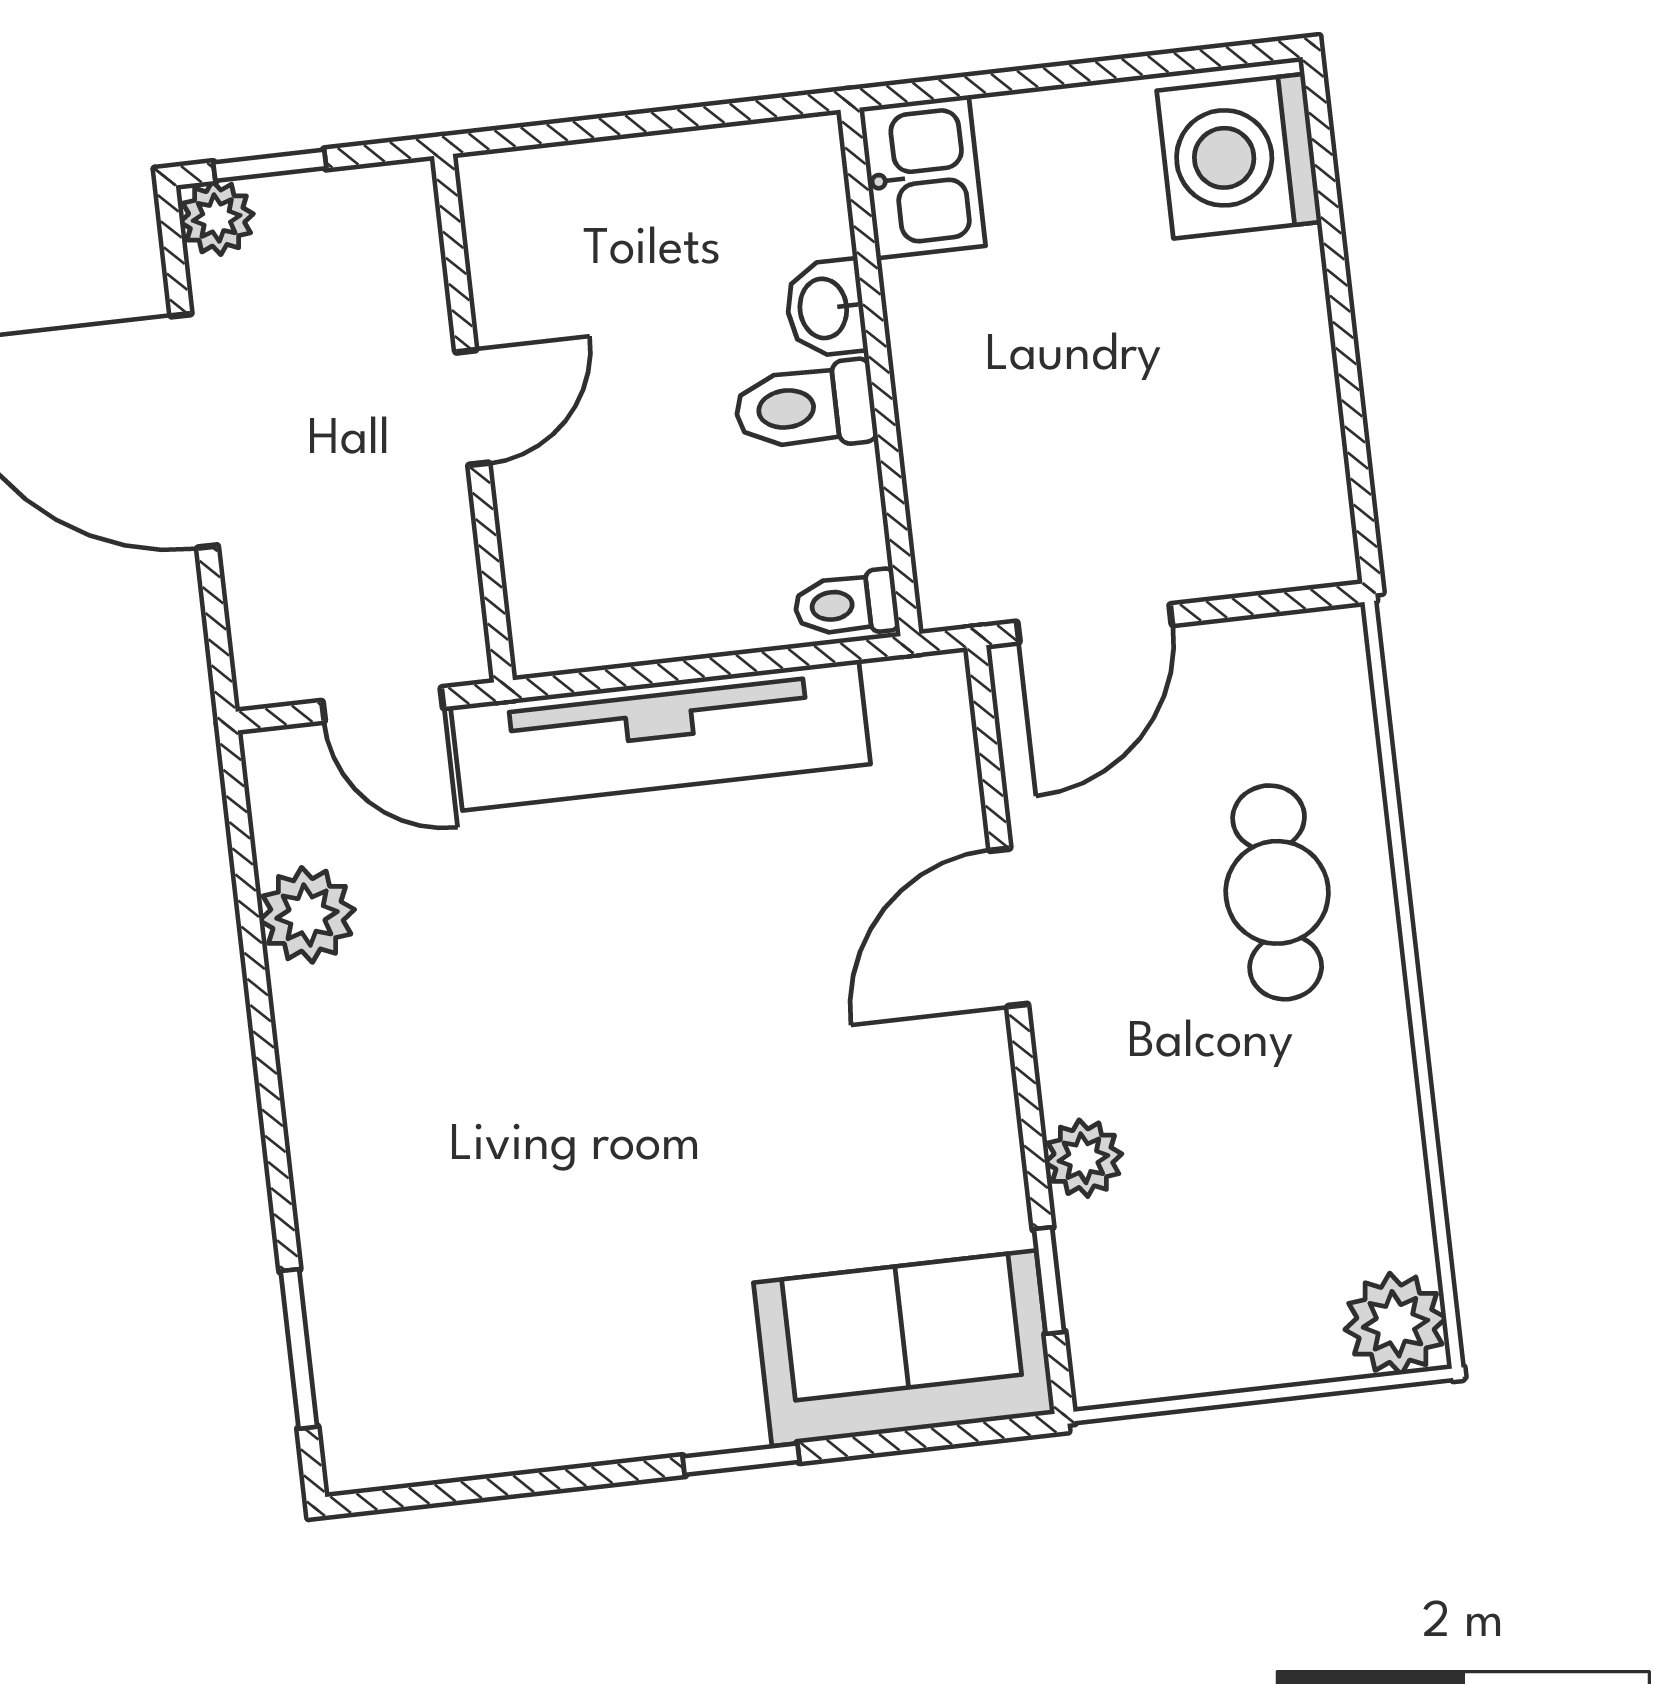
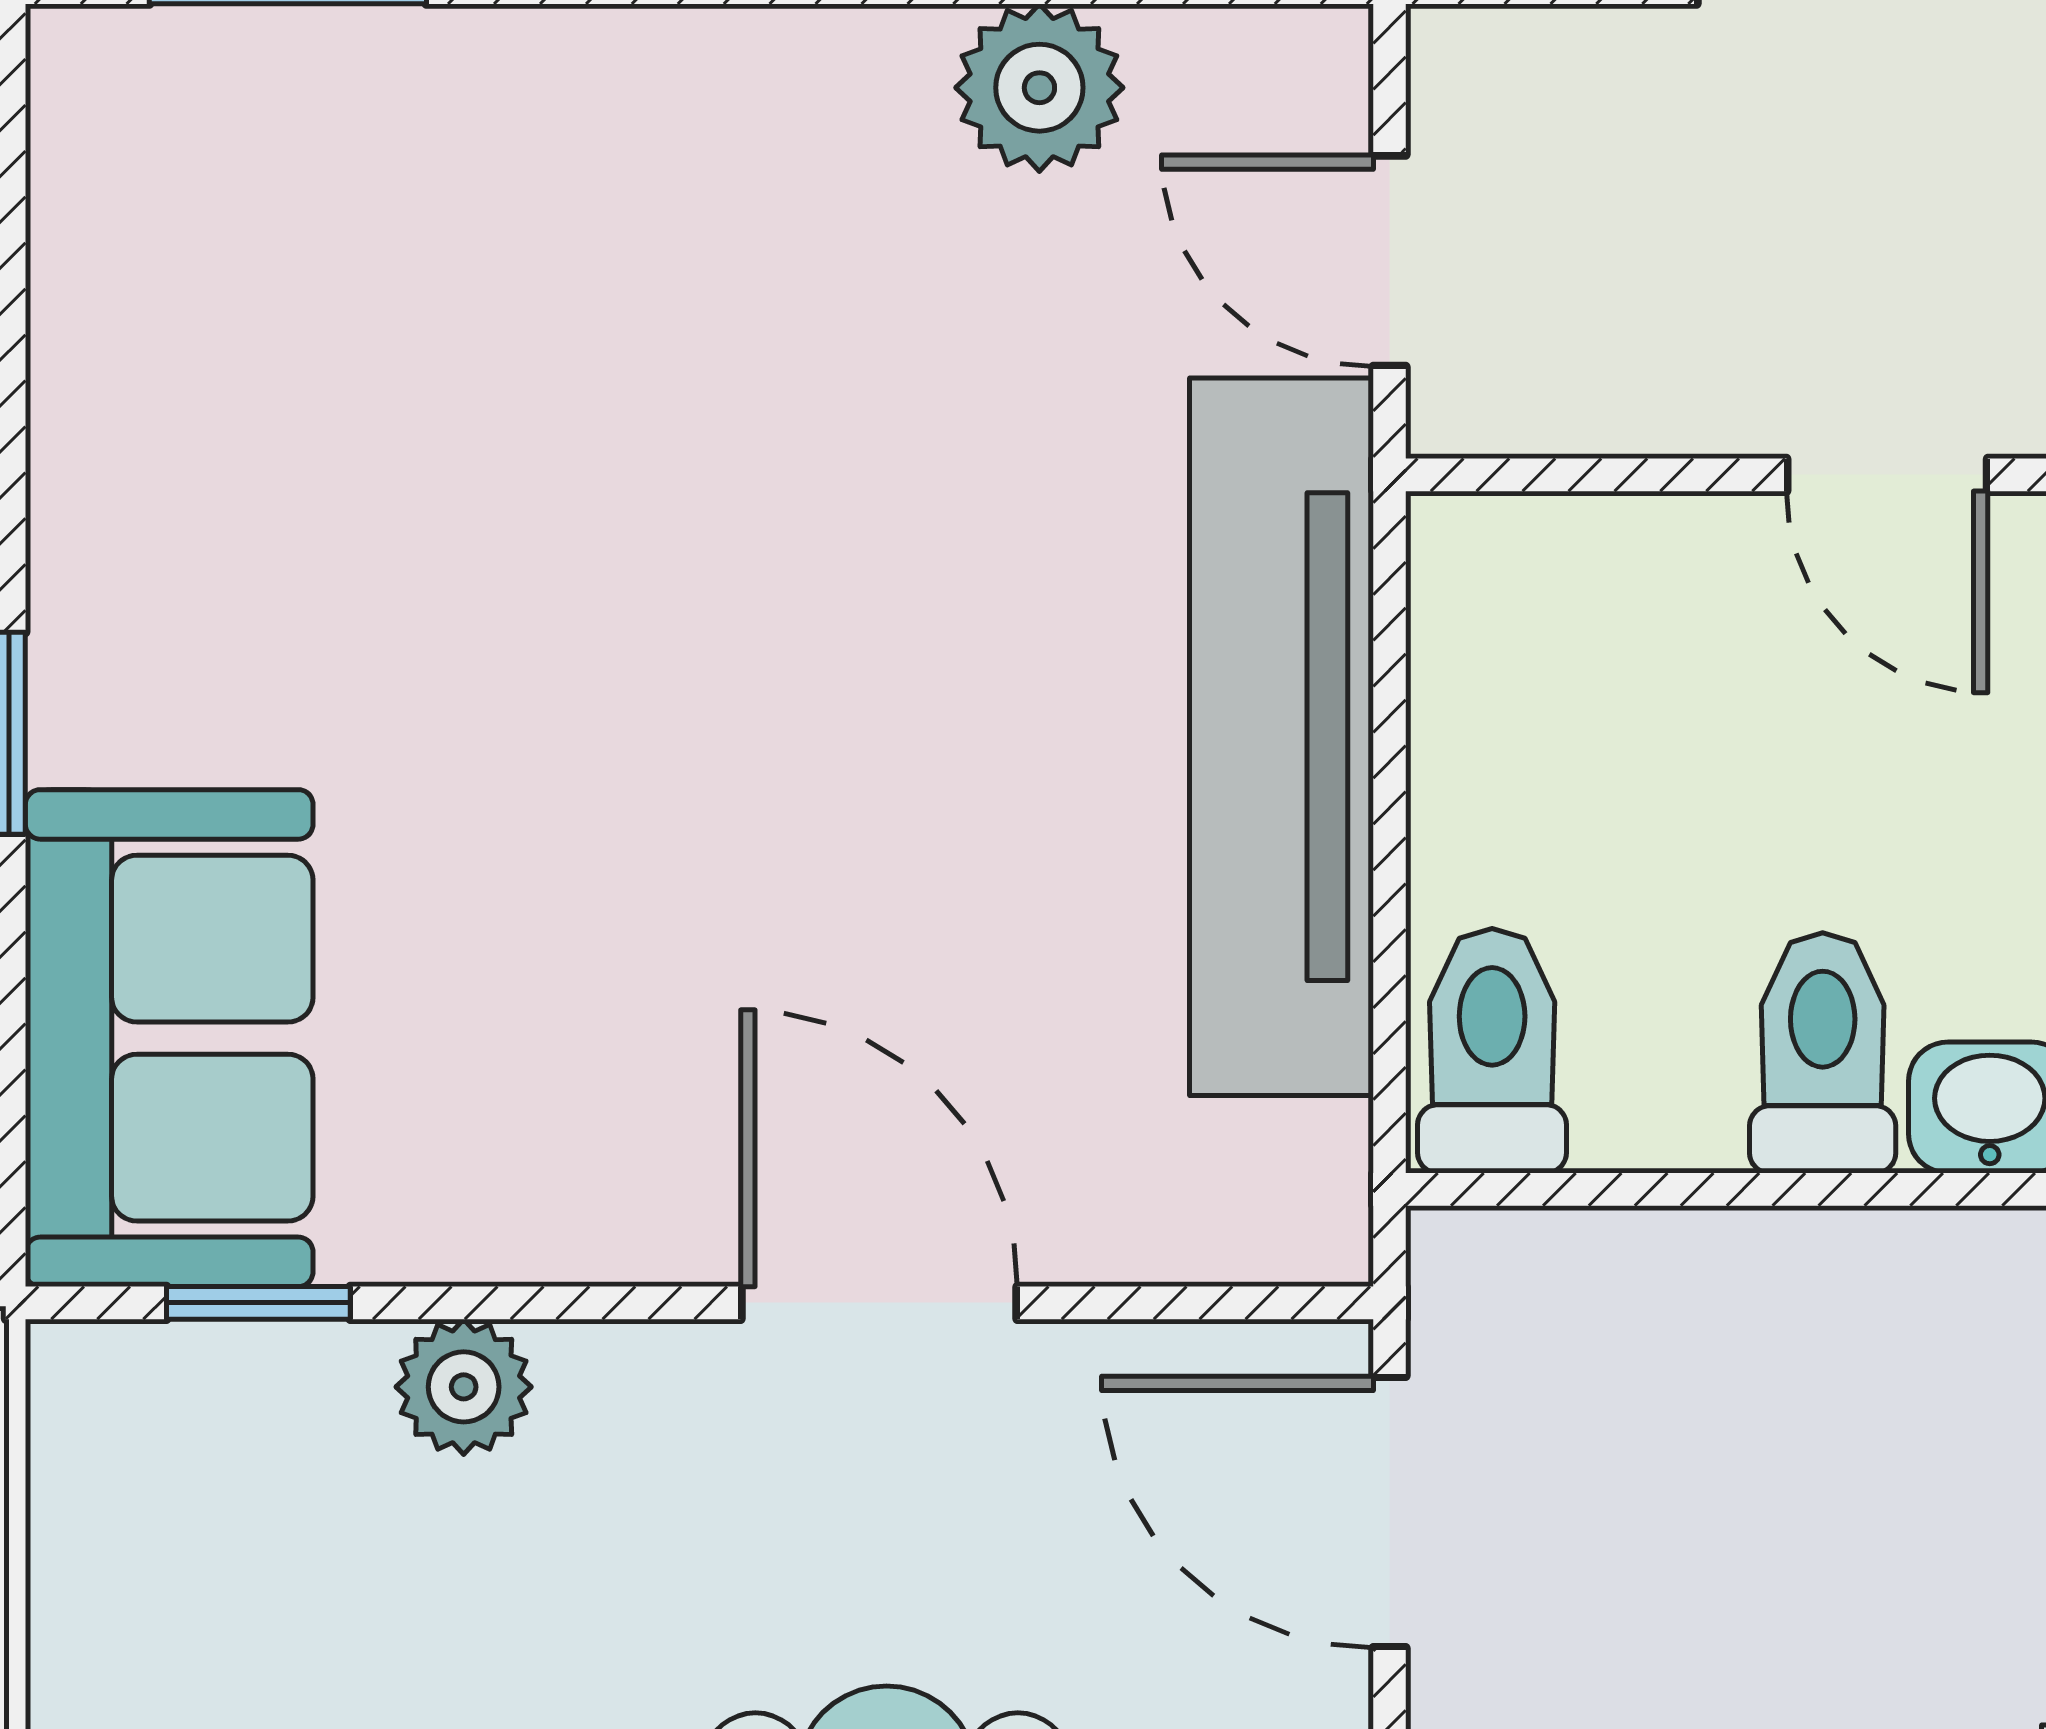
toilet: (846, 604) -> (1492, 1051), width x1.37, depth x1.39
door: (383, 705) -> (1389, 261), hinge flipped

